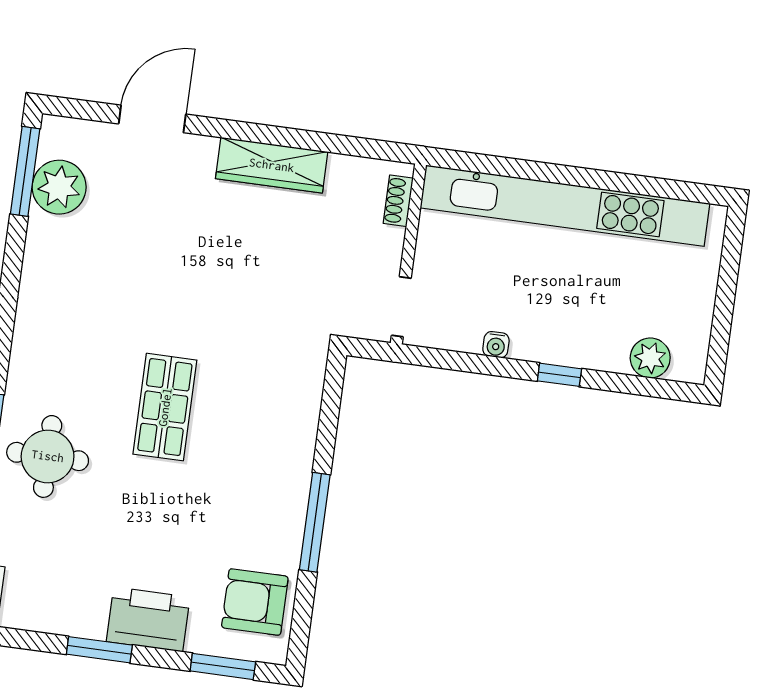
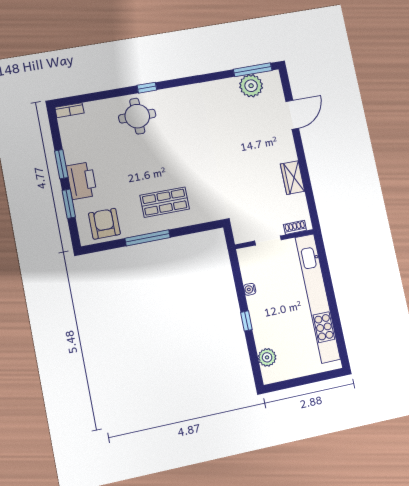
door: (152, 119) -> (292, 115), hinge flipped
wardrobe: (272, 165) -> (293, 178), width x0.67
doorway: (401, 307) -> (268, 240), moved
shop shelf: (165, 407) -> (165, 202), moved
window: (223, 666) -> (69, 204), moved

